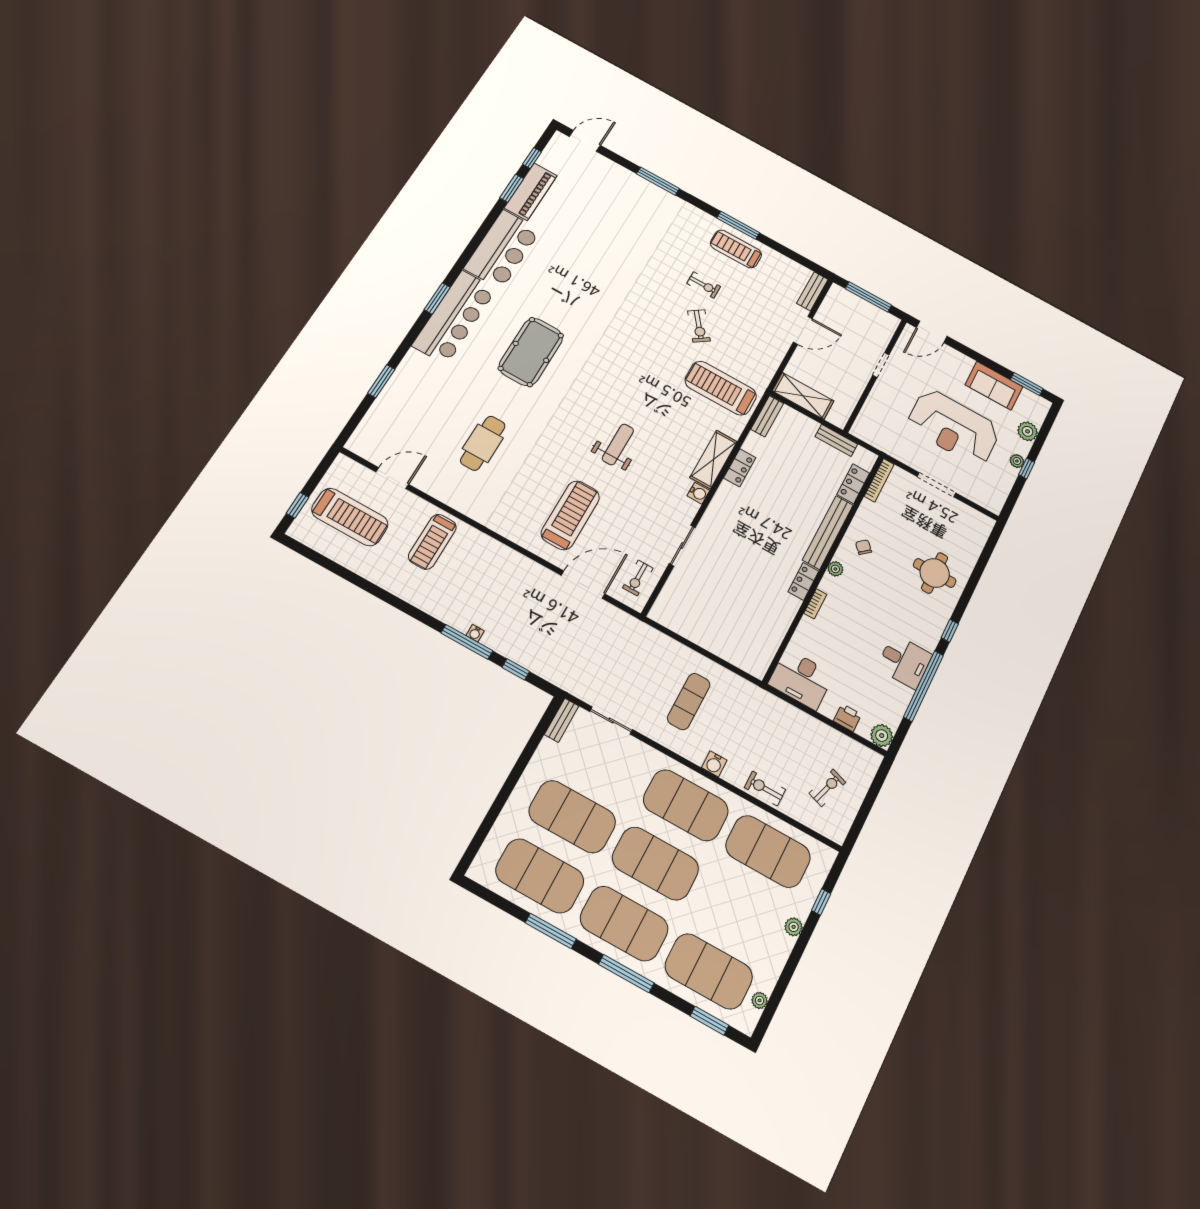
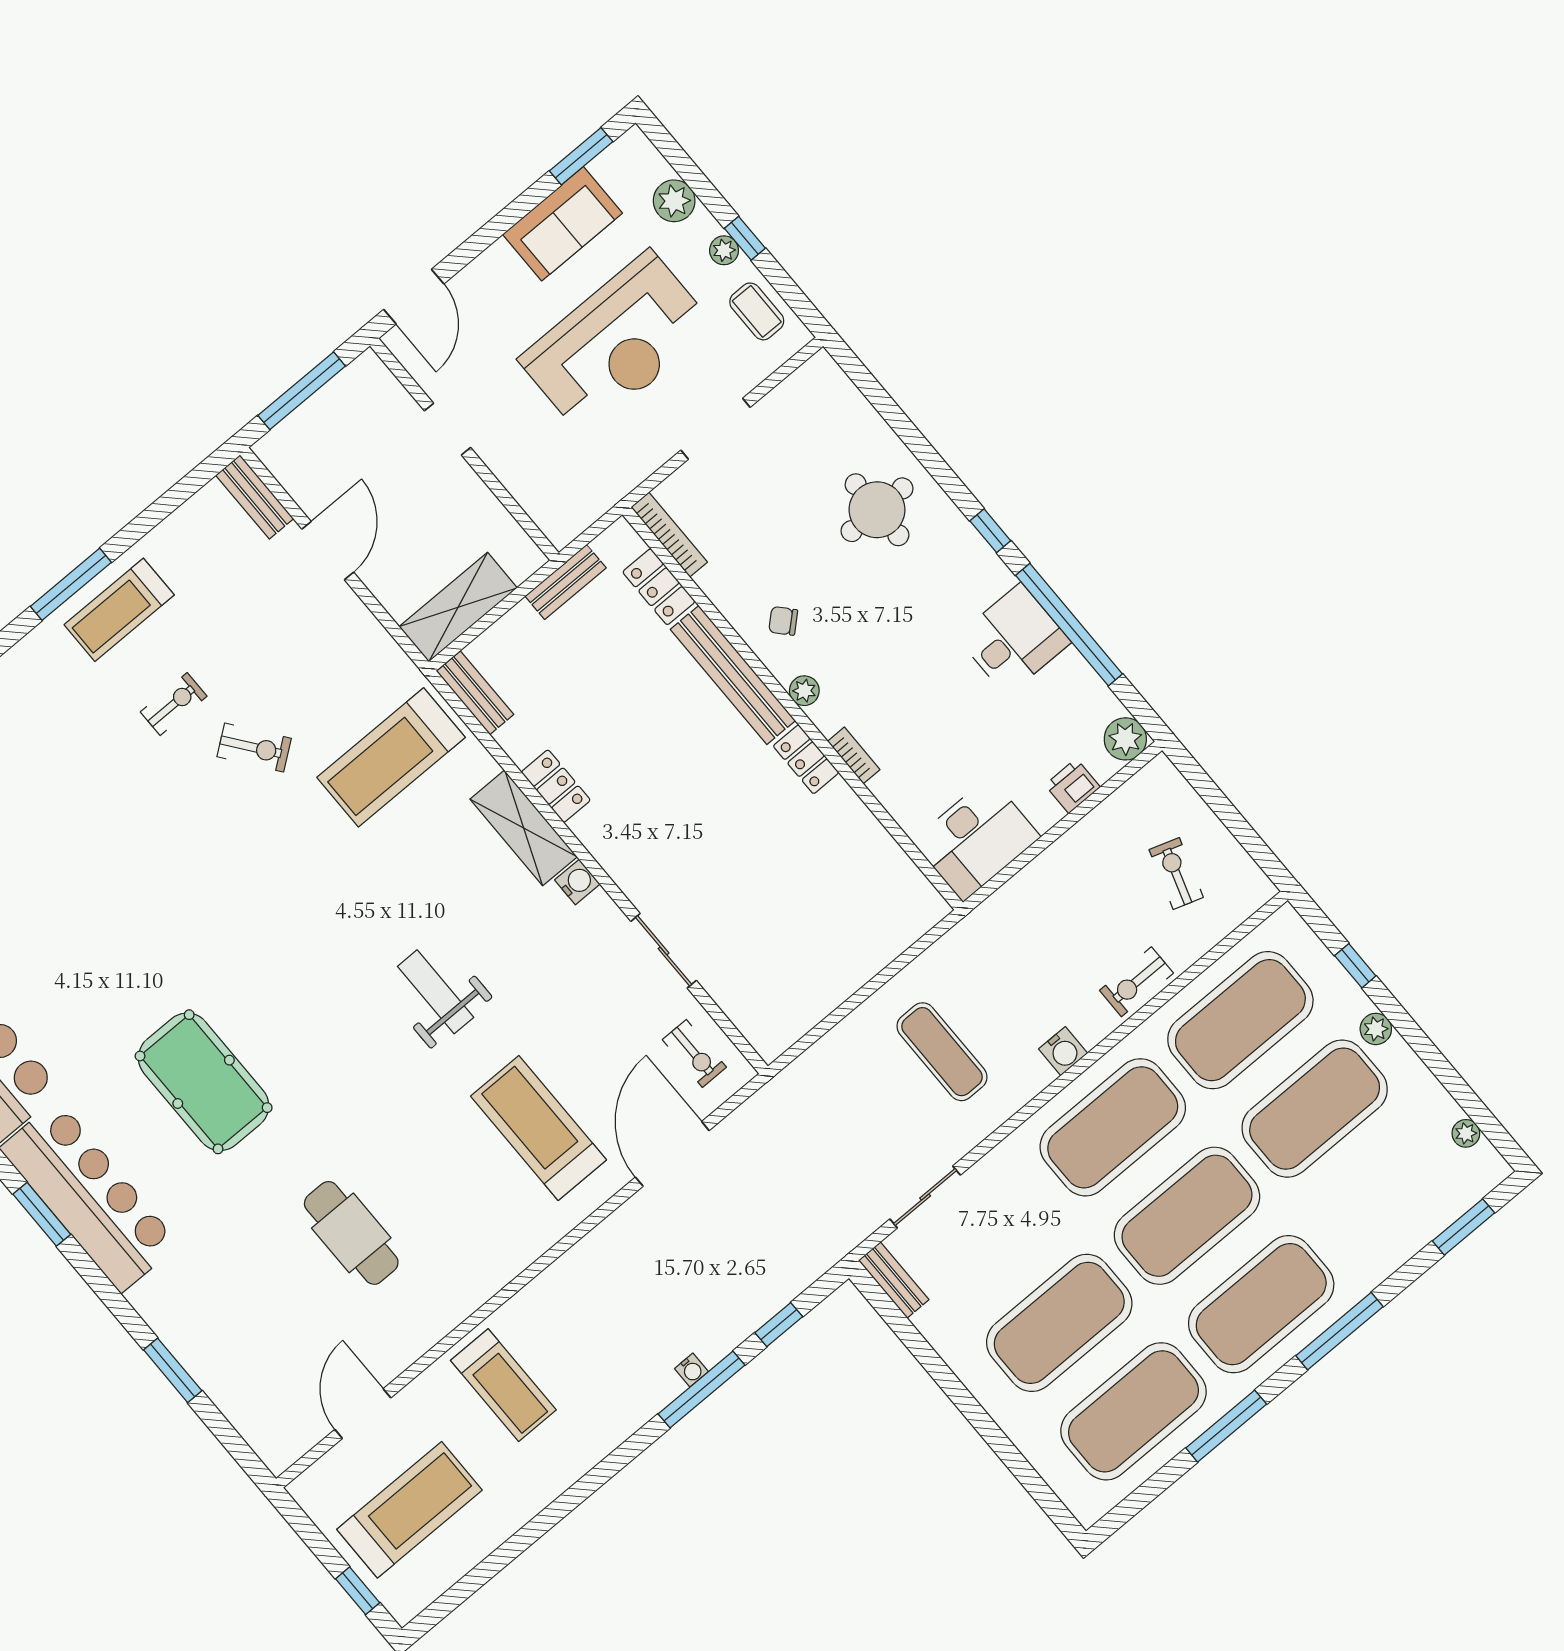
coffee table: (997, 485) -> (757, 311), added
exercise mat: (709, 971) -> (1315, 1109), moved

